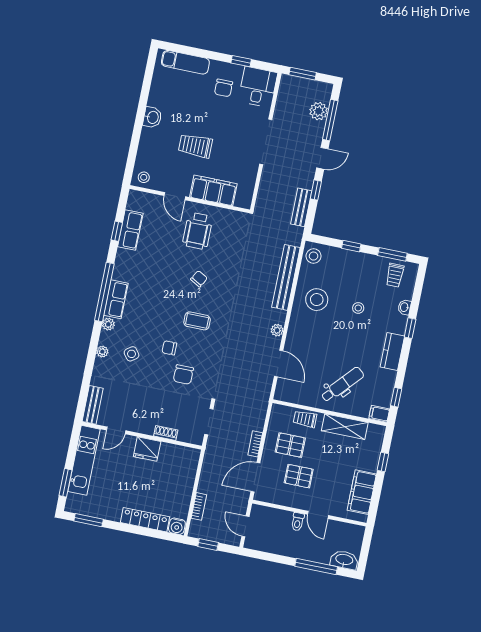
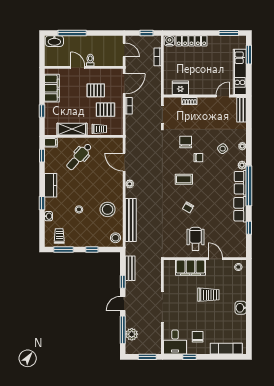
row of seats: (130, 230) -> (240, 209), moved
fridge: (147, 449) -> (180, 88), moved

